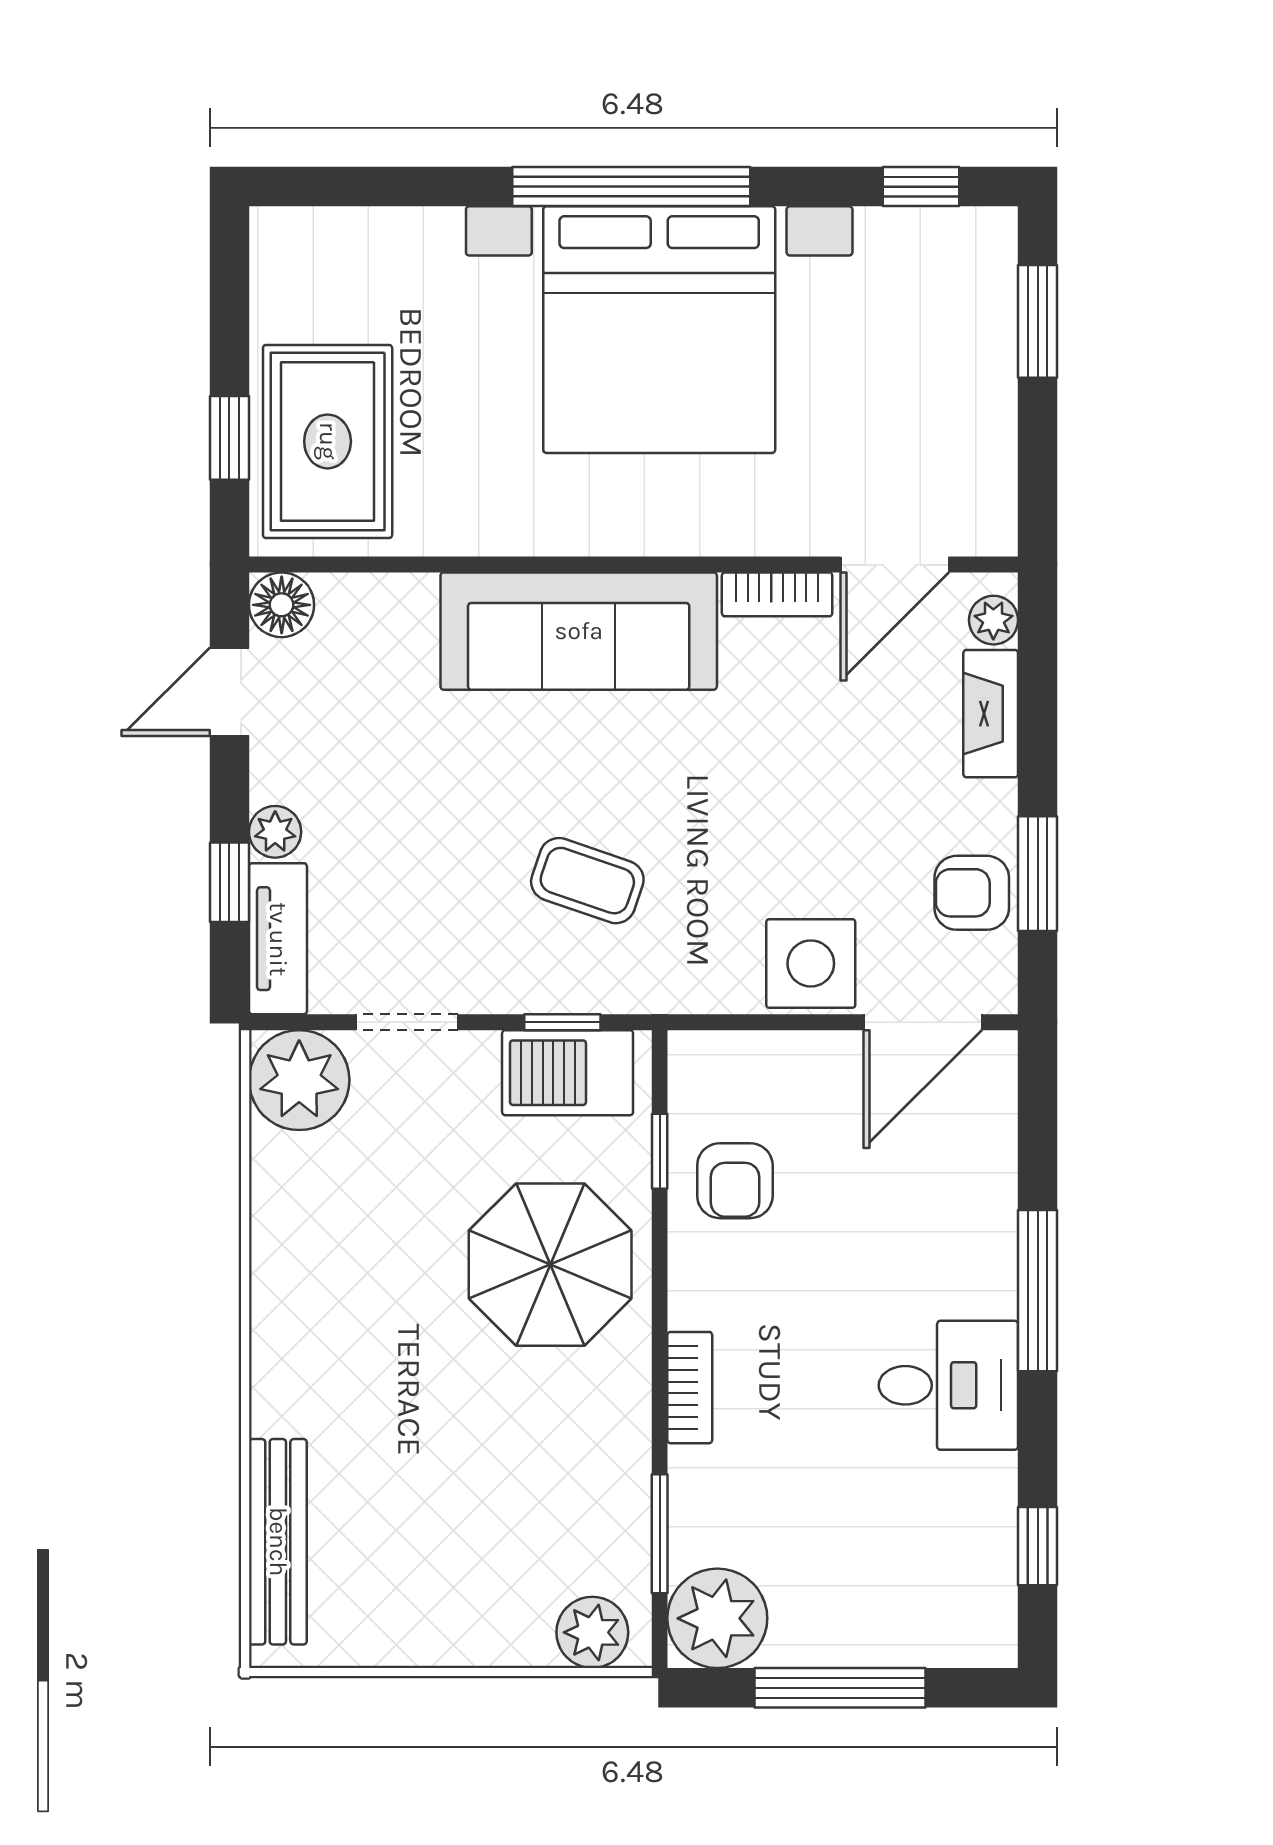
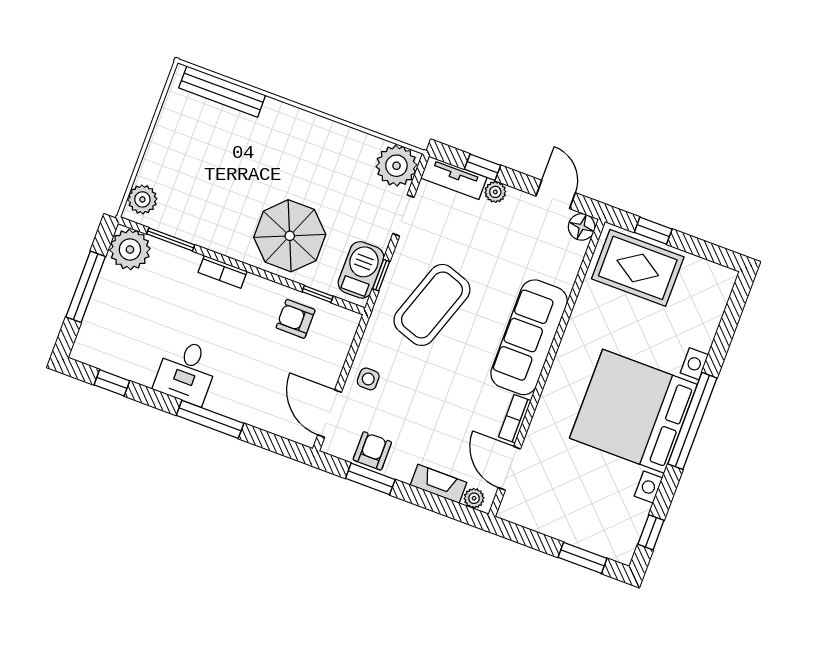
coffee table: (587, 881) -> (432, 305), width x1.86, depth x1.72
side table: (811, 963) -> (368, 379), width x0.54, depth x0.54

